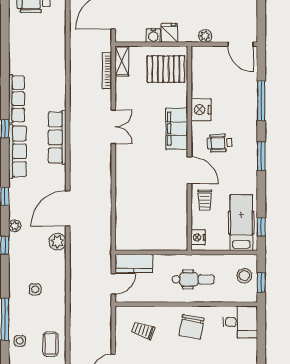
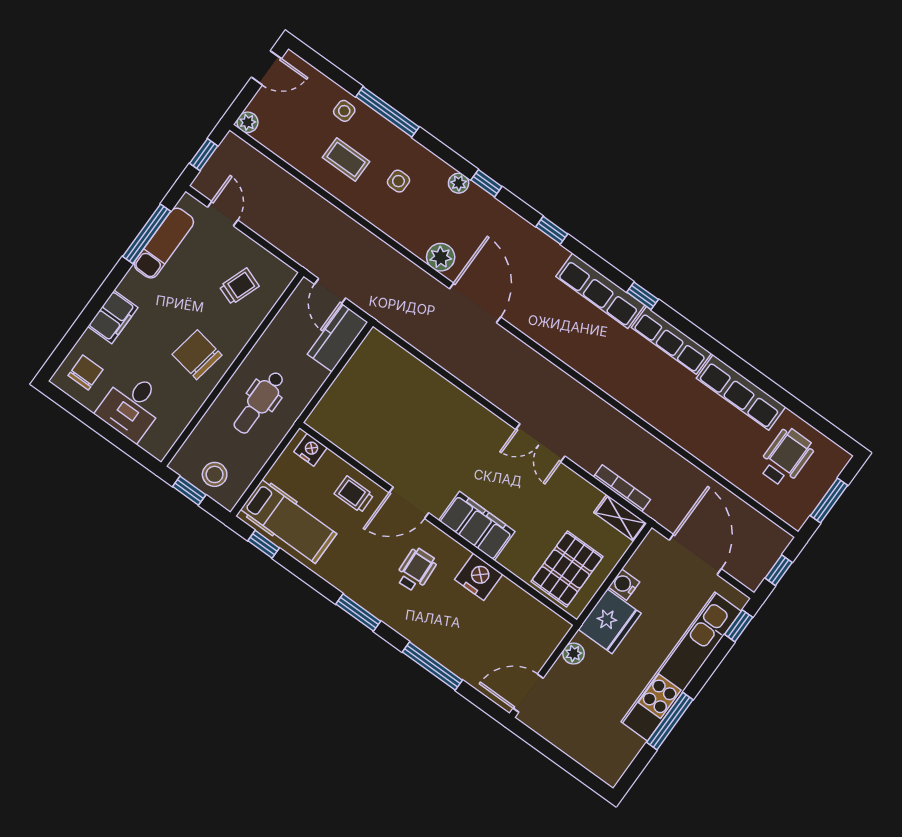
fridge: (169, 33) -> (610, 621), width x1.88, depth x1.34
row of seats: (57, 137) -> (741, 392), moved, turned 180
plant: (15, 226) -> (459, 183), moved
desk: (240, 322) -> (132, 406), moved
coffee table: (50, 344) -> (346, 159), moved

